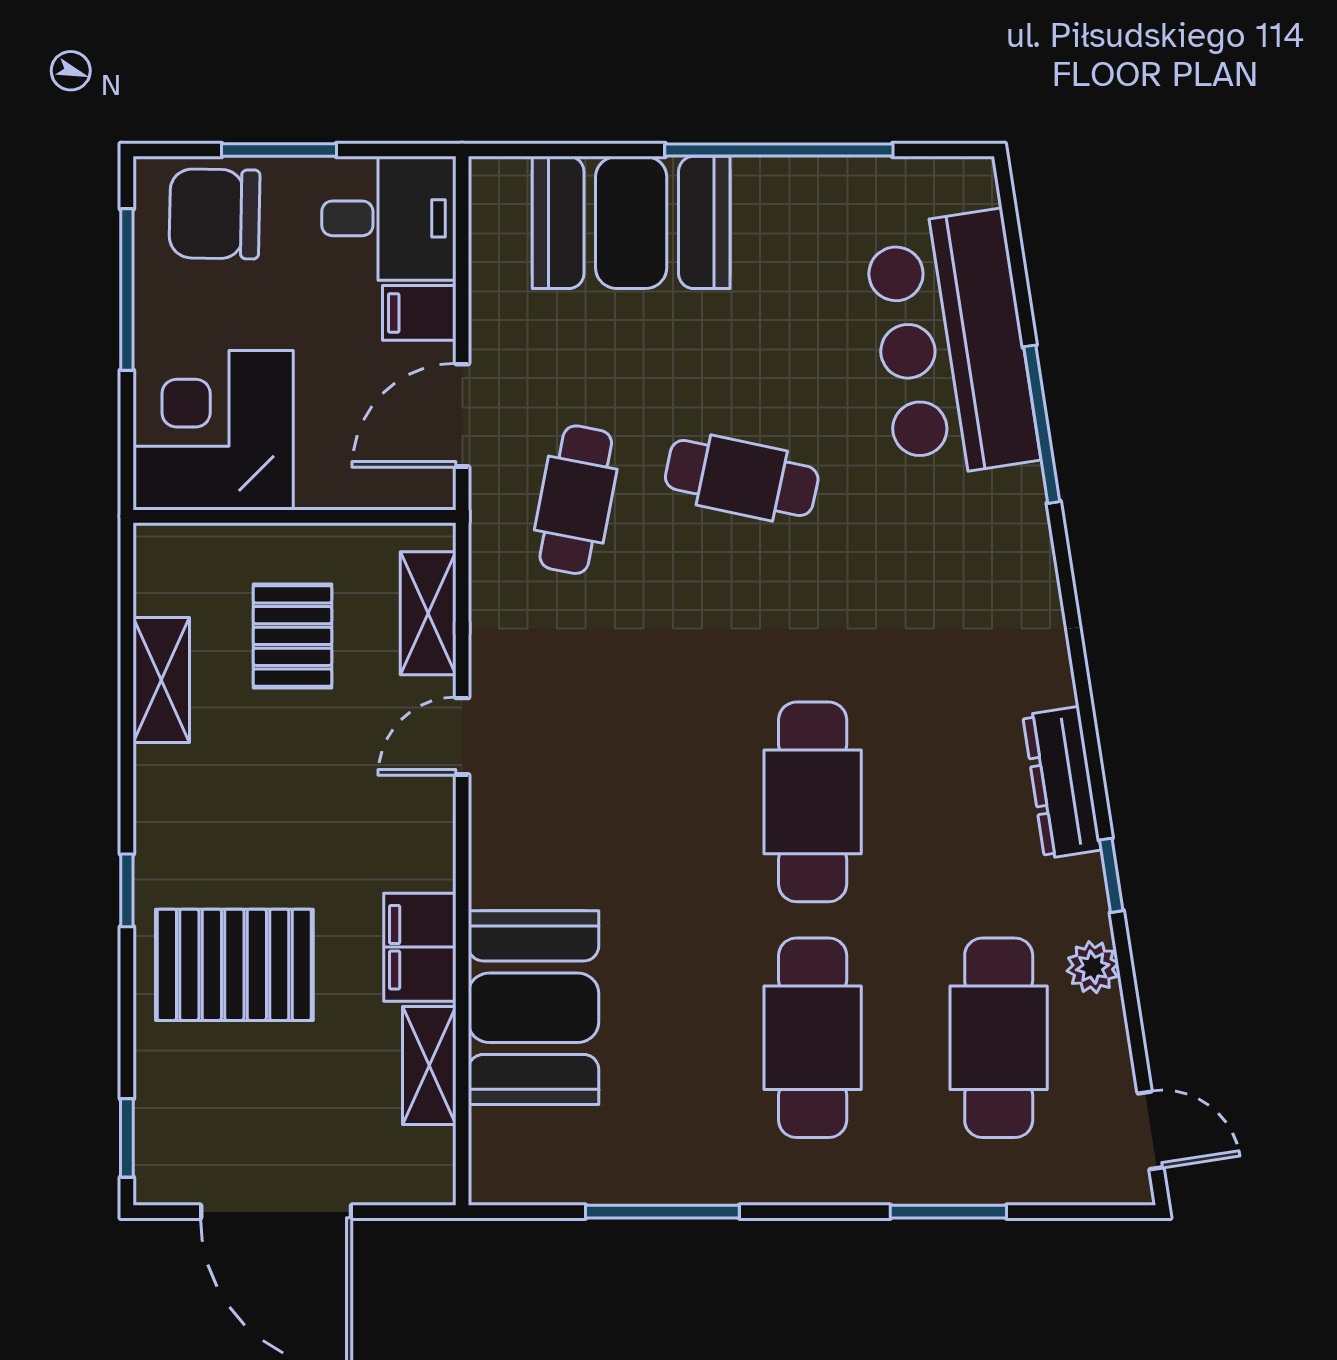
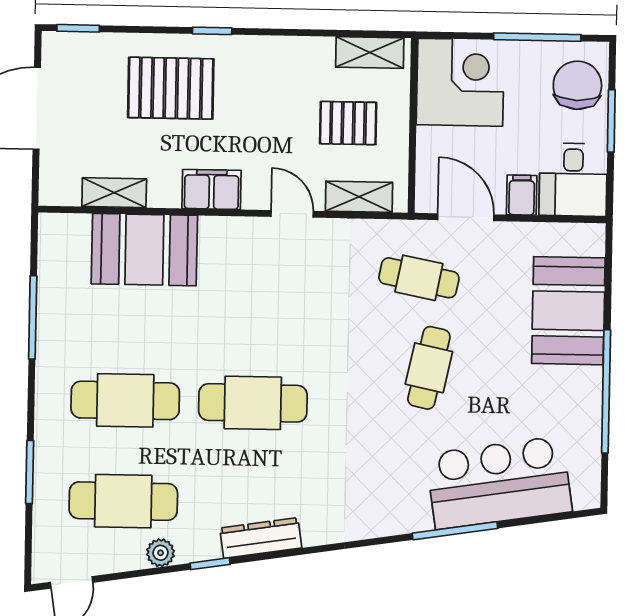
shelving: (161, 680) -> (370, 52), moved
filing cabinet: (420, 947) -> (212, 189), moved
pallet: (234, 965) -> (171, 88), turned 90

